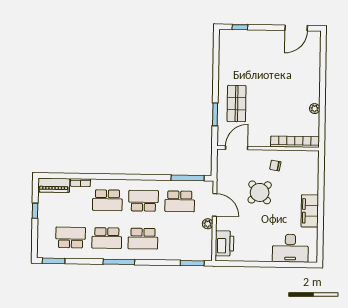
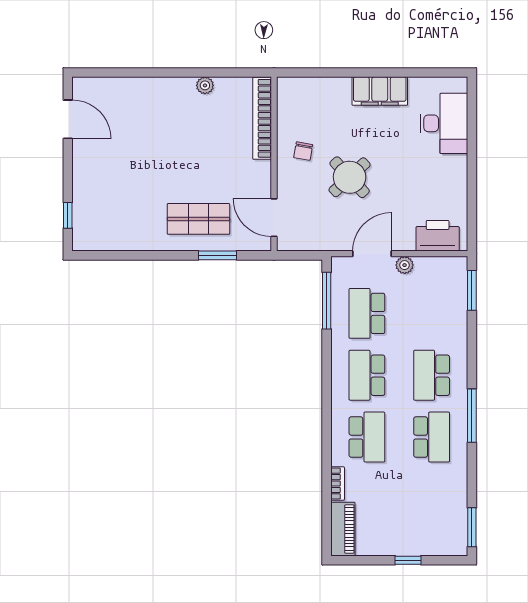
school desk: (180, 201) -> (367, 313), turned 180
window: (35, 211) -> (408, 560), moved
school desk: (71, 238) -> (432, 499), removed
school desk: (143, 239) -> (432, 375), turned 180

